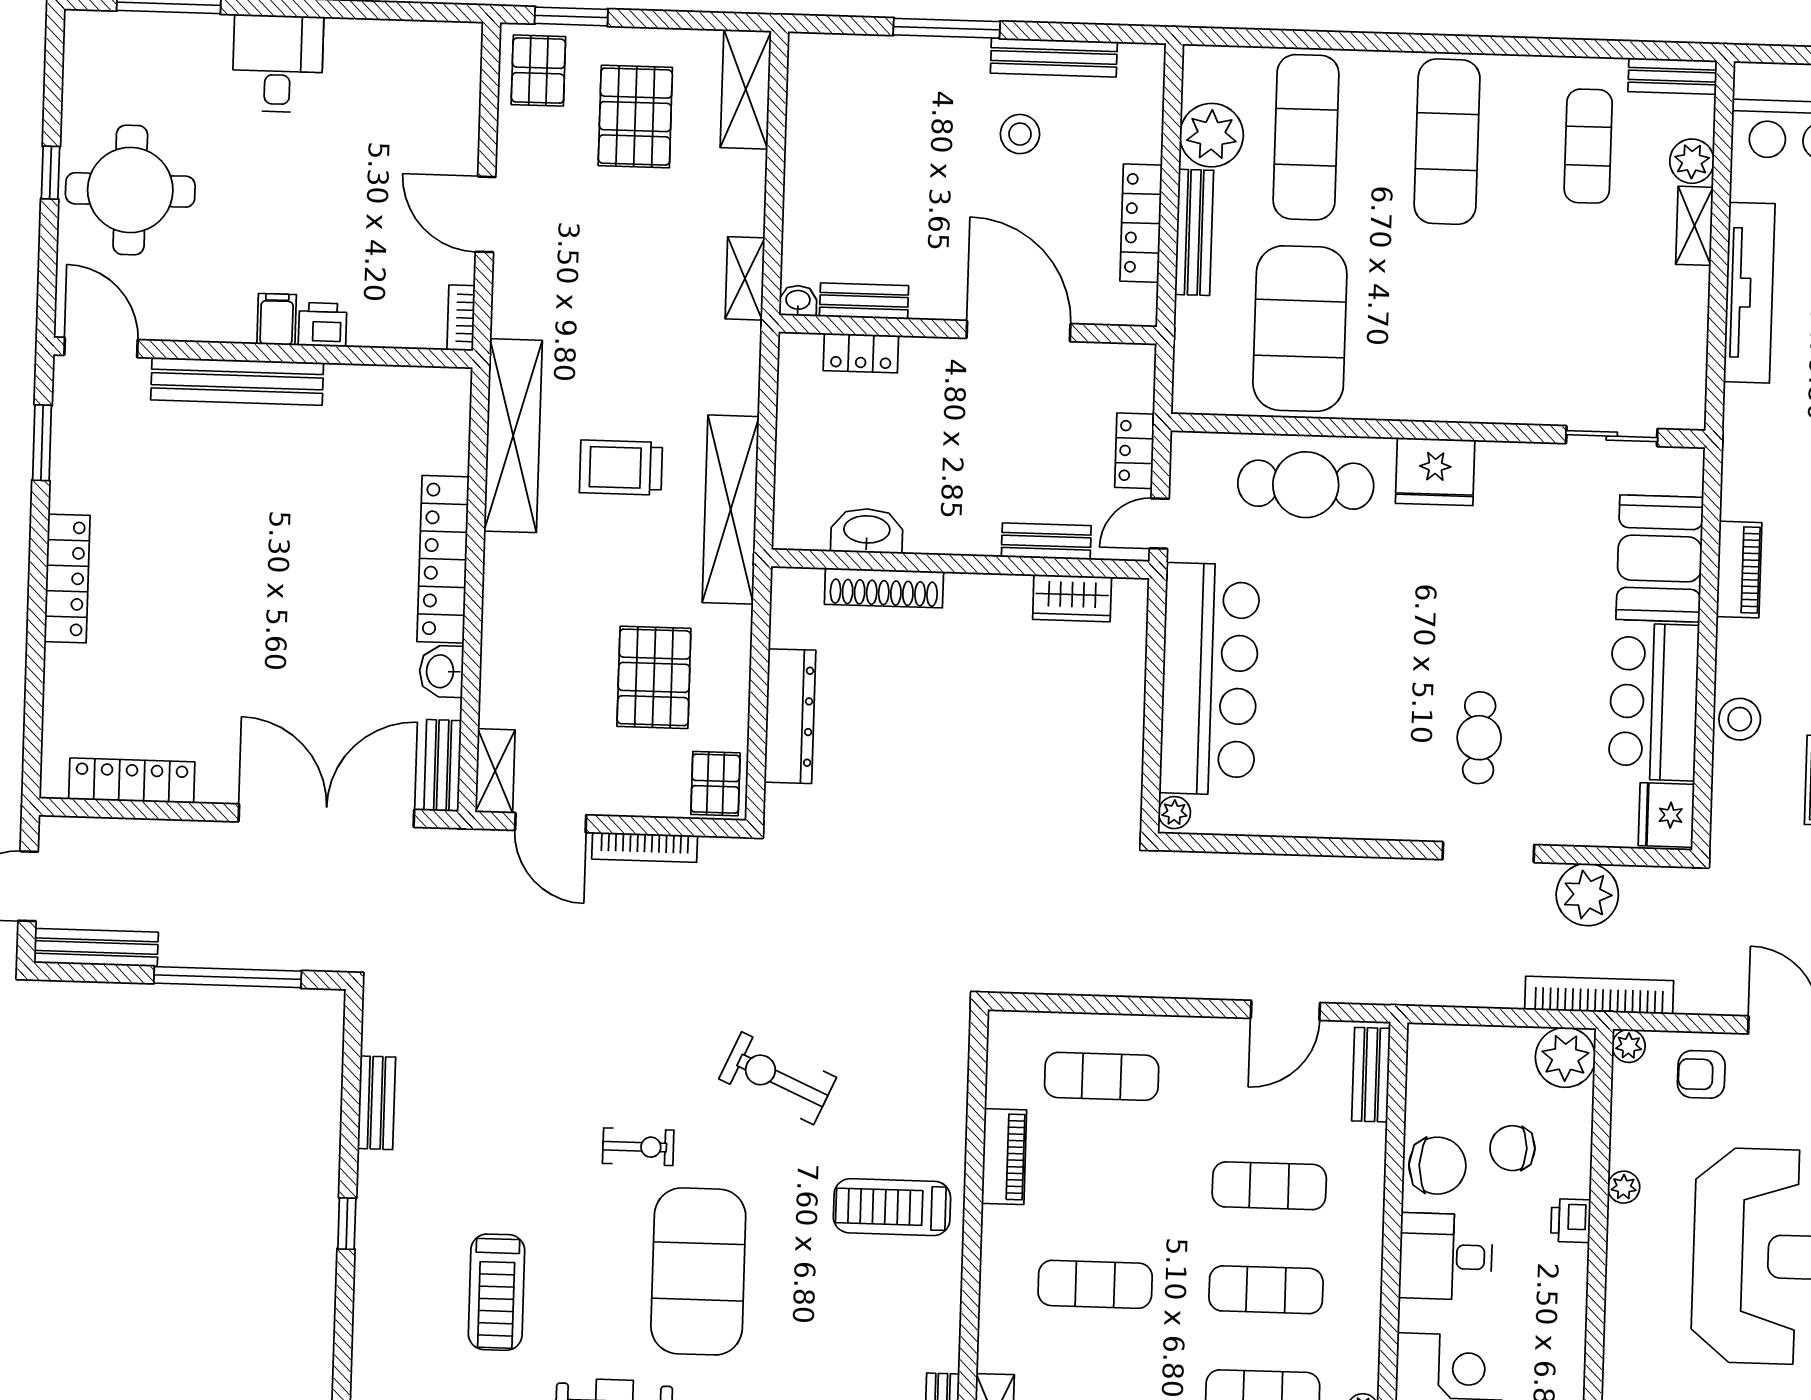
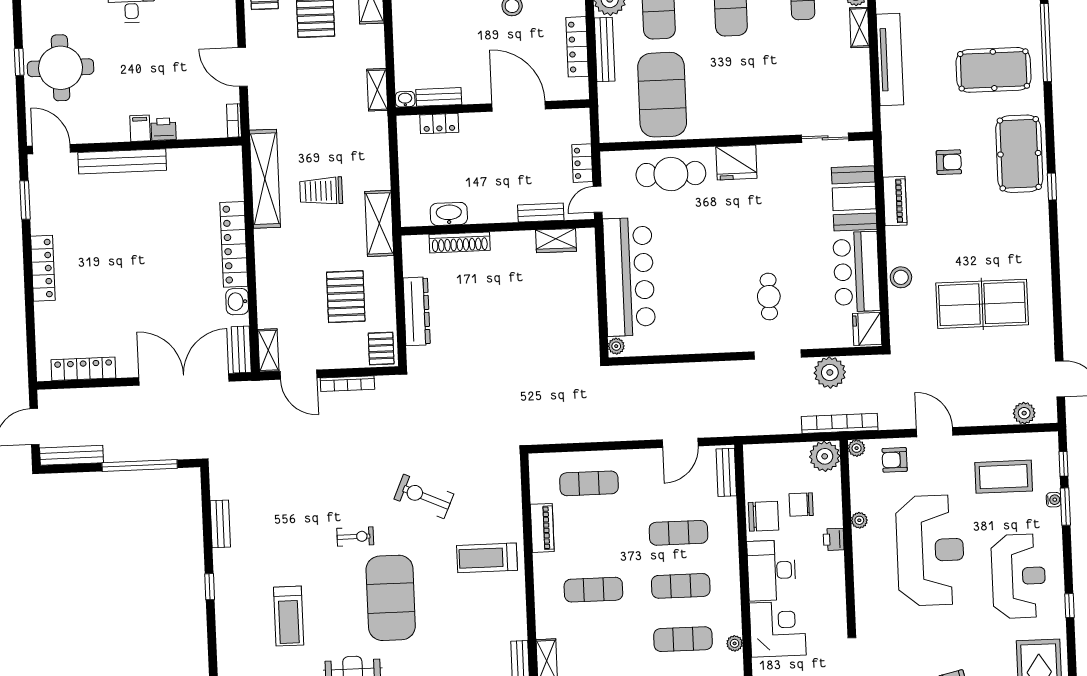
shelving: (731, 510) -> (379, 223), width x0.68
desk: (1446, 1256) -> (771, 570), width x1.37

